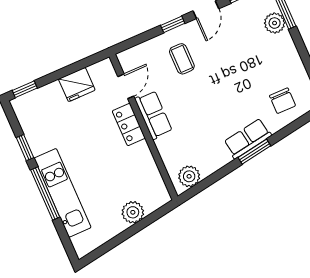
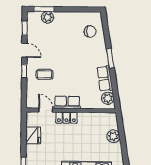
row of seats: (248, 139) -> (105, 79), moved

